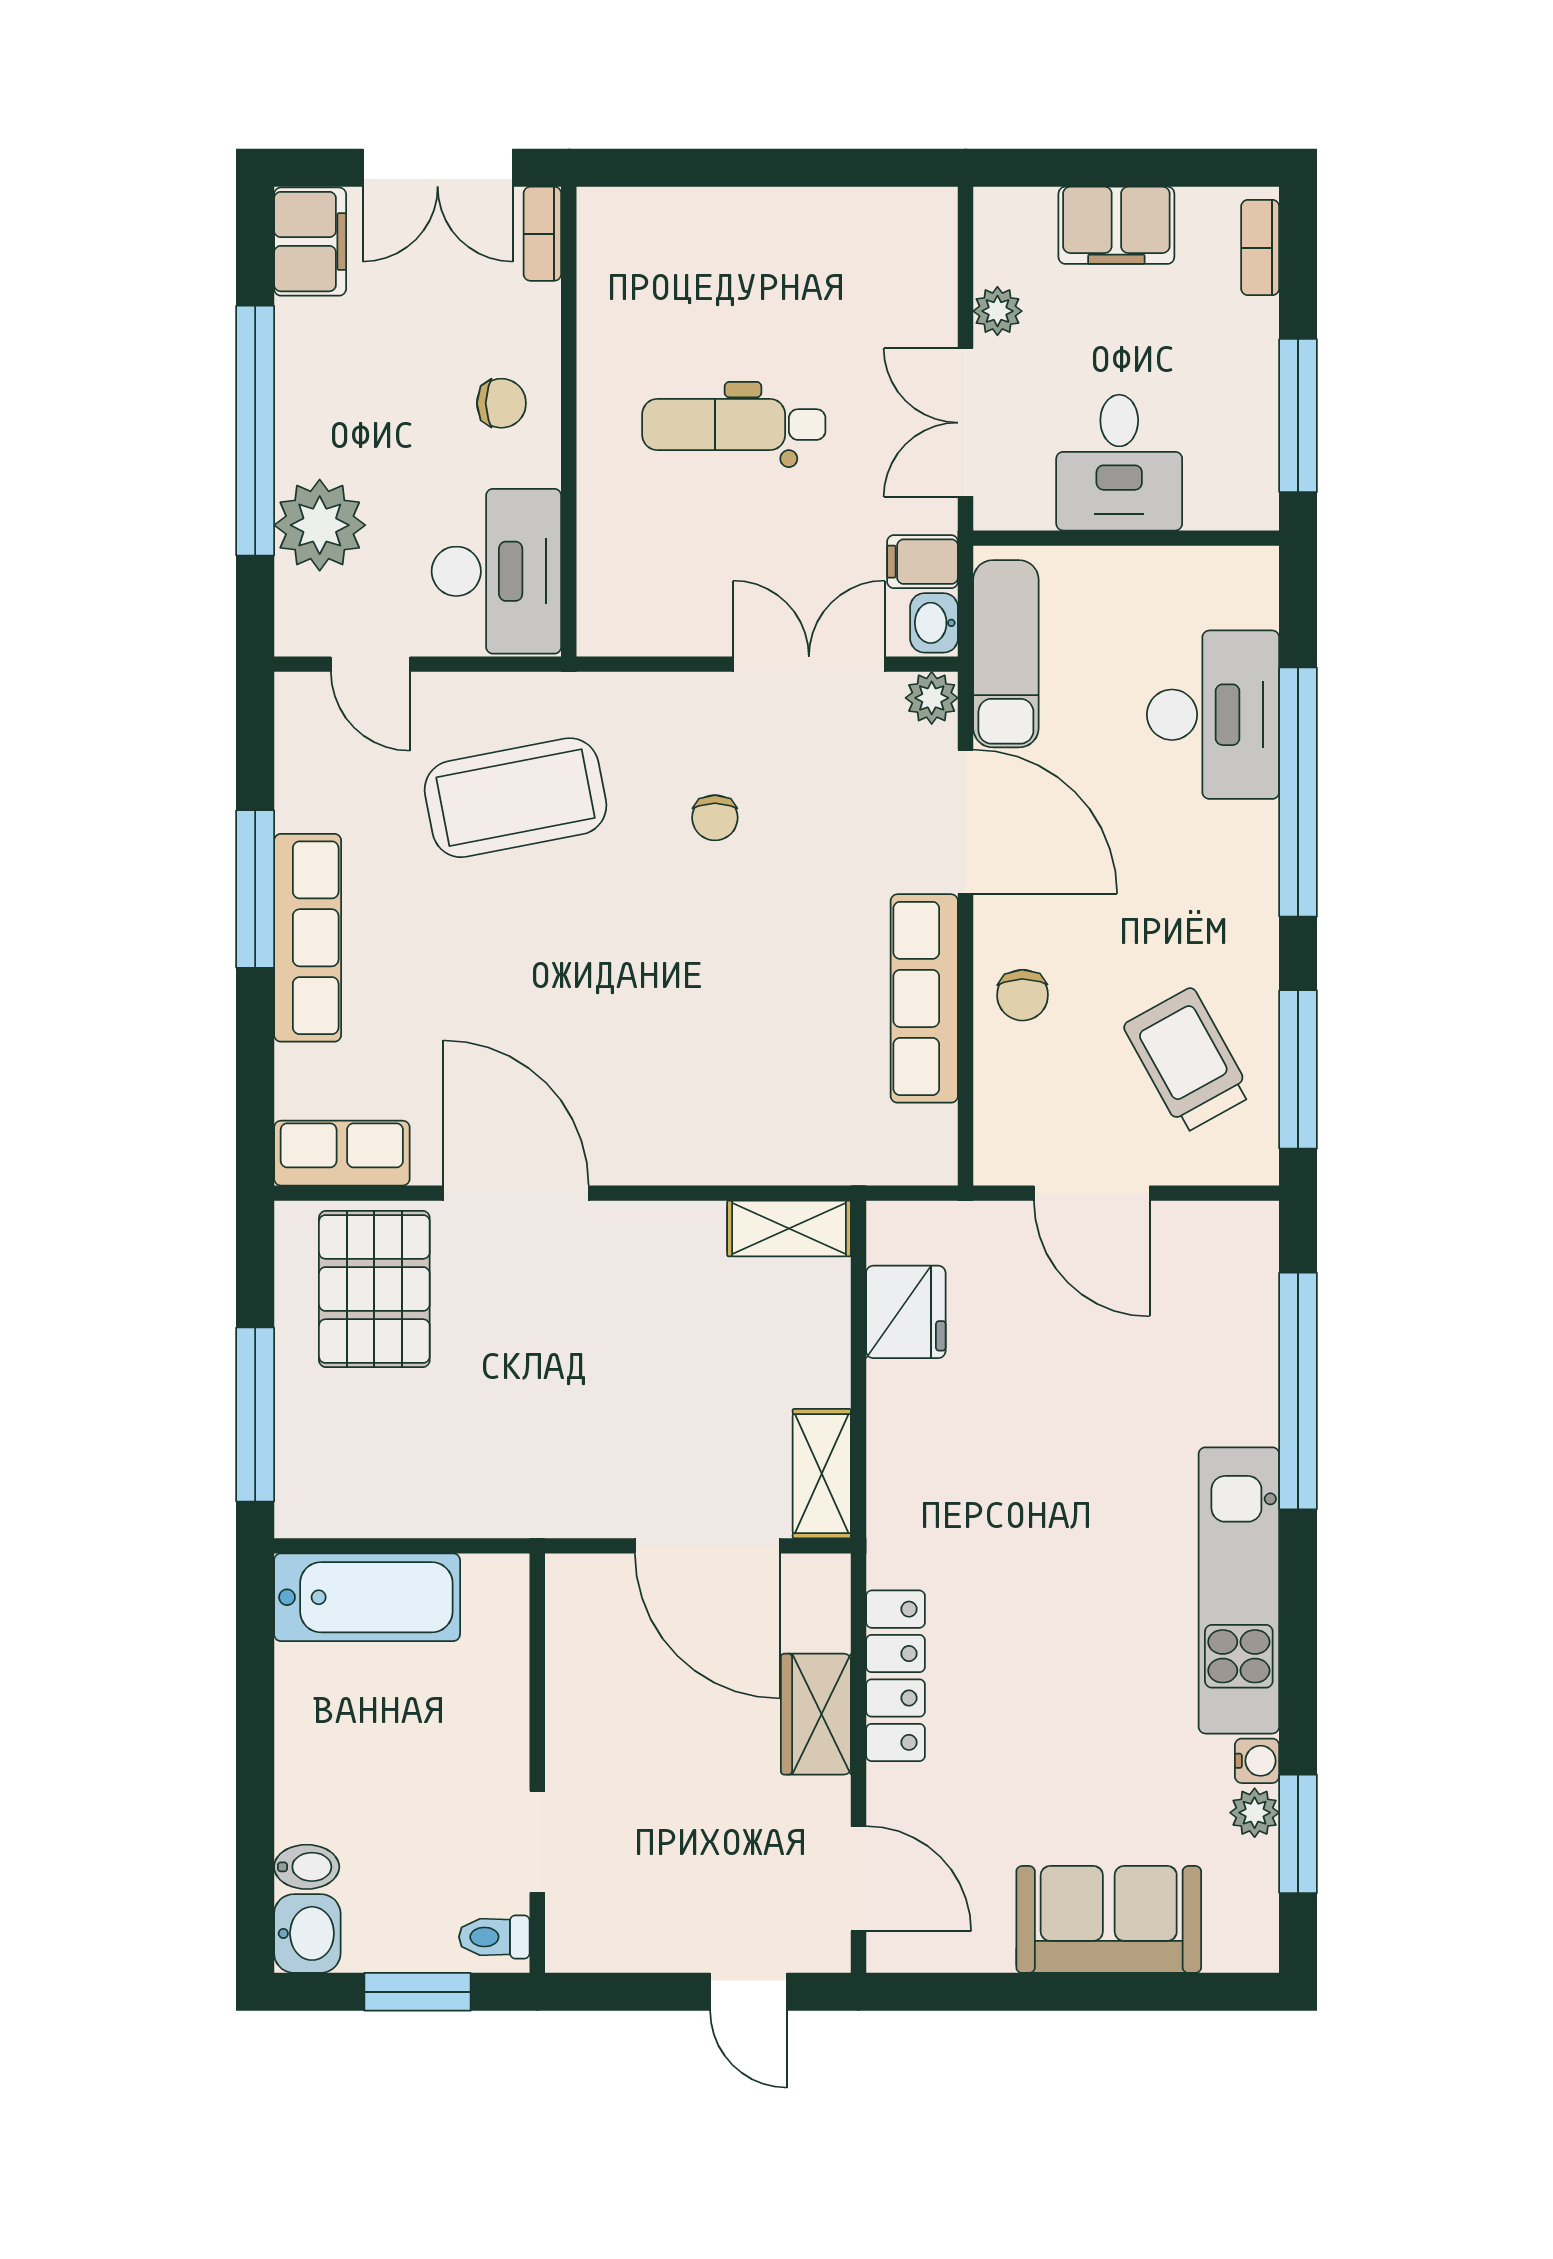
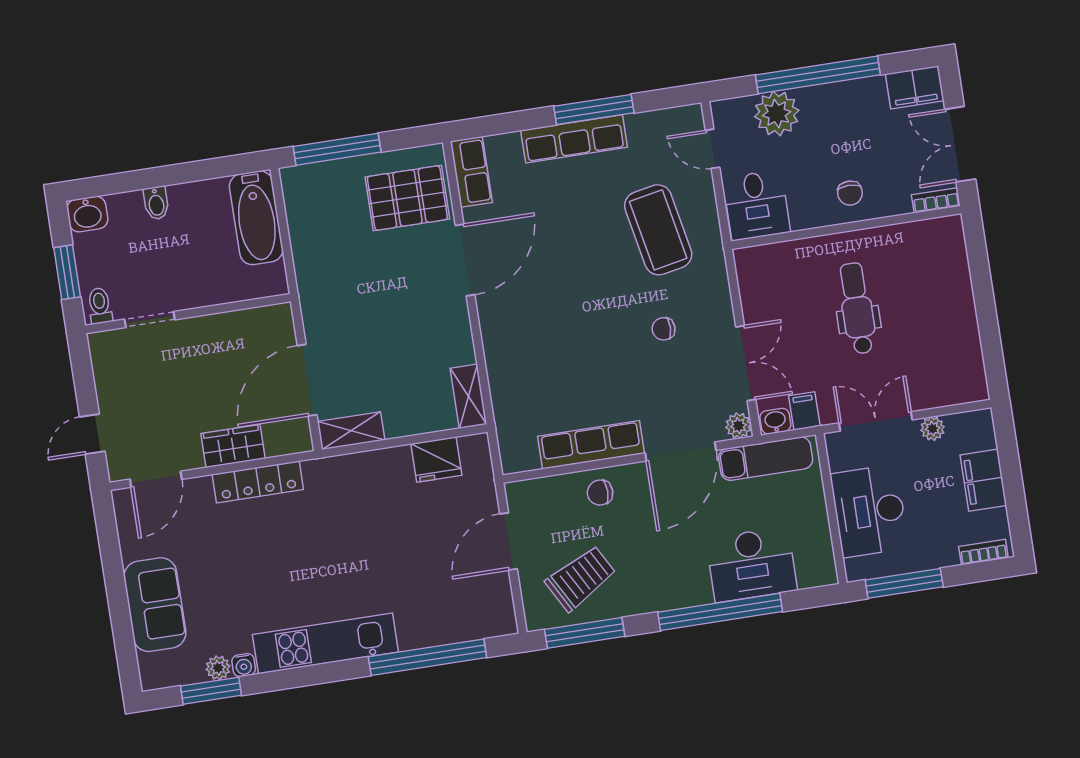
desk: (1119, 463) -> (869, 511), width x1.37
desk: (496, 571) -> (756, 205), width x0.73
door: (370, 664) -> (713, 149), hinge flipped
bidet: (307, 1867) -> (156, 203), moved

